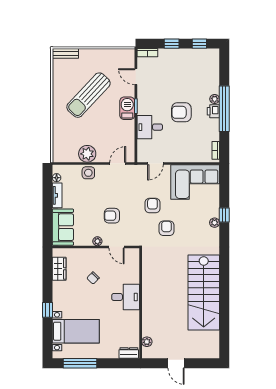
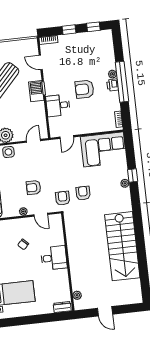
armchair: (152, 206) -> (63, 198), moved
window: (80, 363) -> (20, 321), removed

